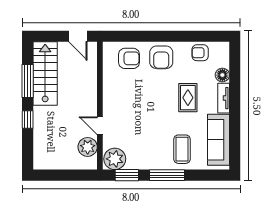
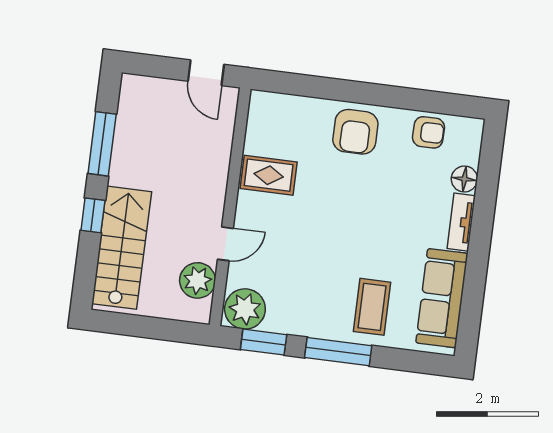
armchair: (200, 53) -> (429, 132), turned 180
armchair: (129, 58) -> (295, 126), removed
stairs: (45, 73) -> (122, 248), moved
rug: (188, 98) -> (269, 175), moved, turned 90
door: (100, 126) -> (225, 244), swing flipped

